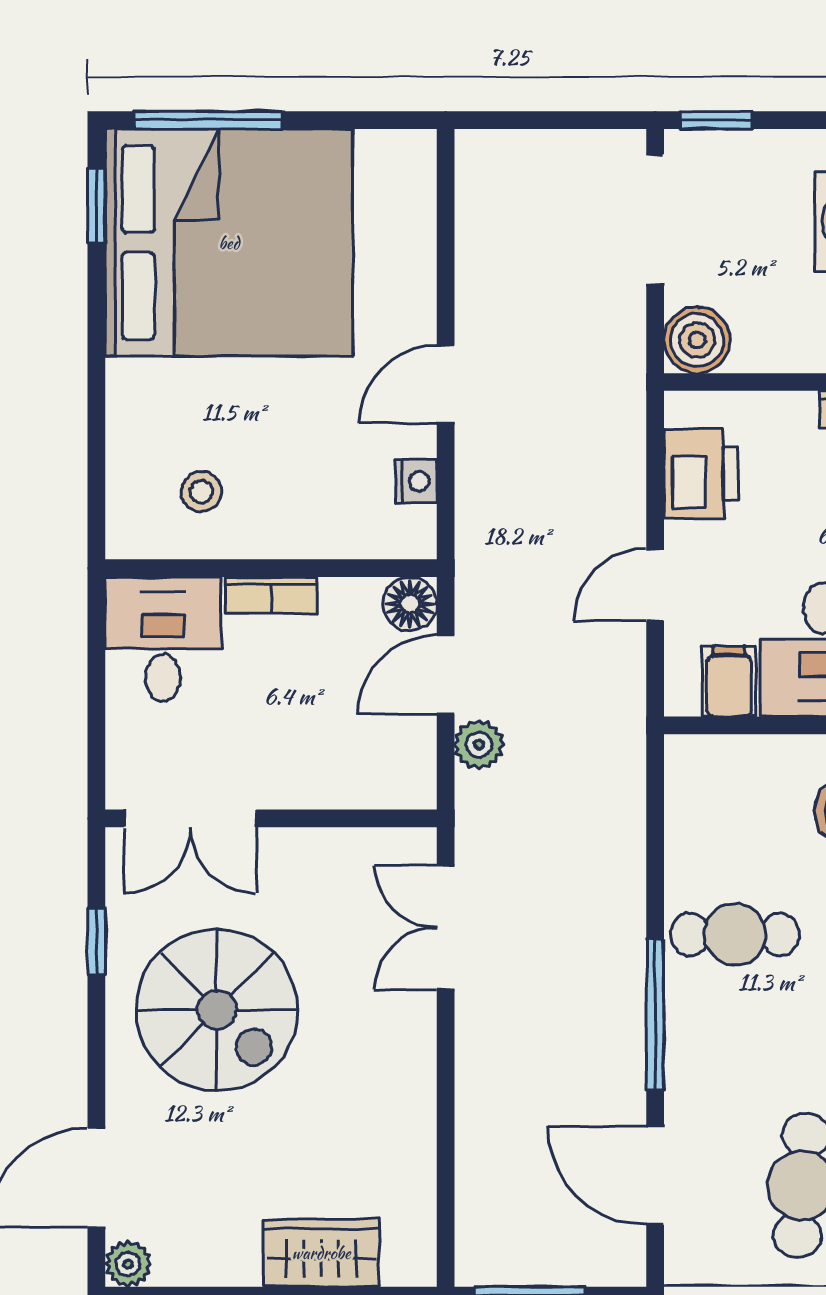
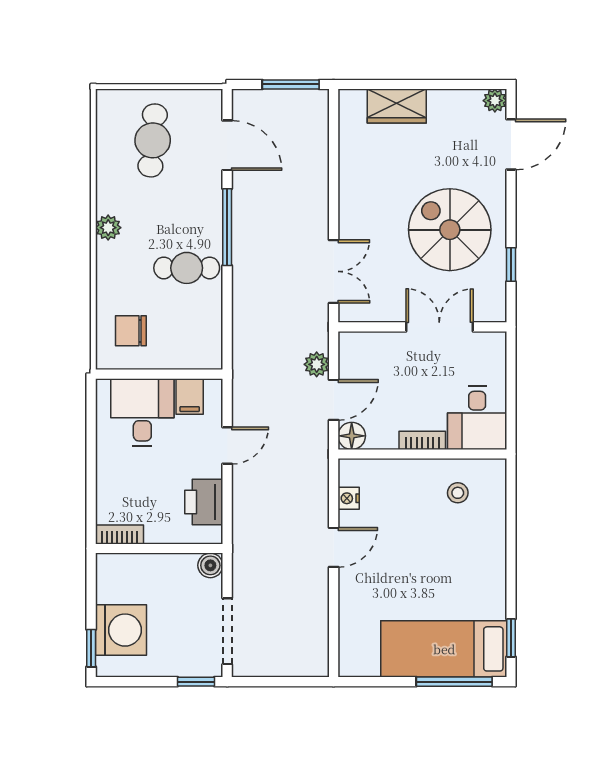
bed: (229, 243) -> (444, 649), width x0.49
boiler: (697, 340) -> (210, 565), width x0.73, depth x0.73
double door: (190, 818) -> (439, 327), moved

